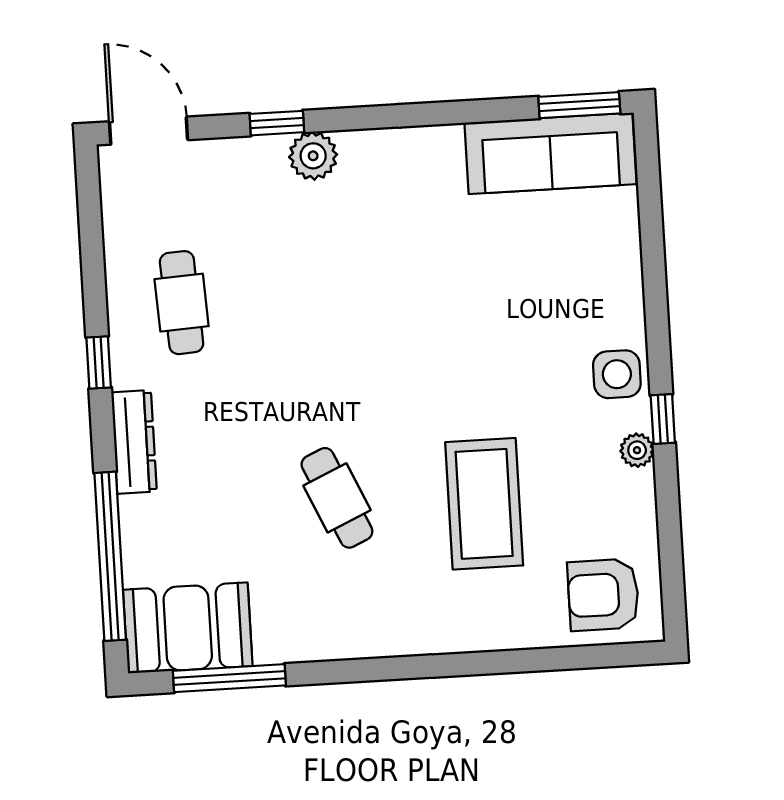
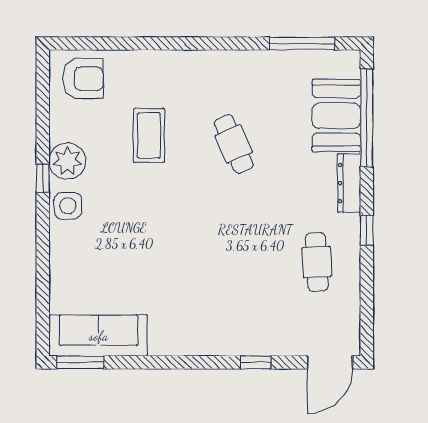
door: (149, 131) -> (330, 362), hinge flipped
plant: (313, 156) -> (236, 342), removed
plant: (637, 450) -> (67, 161), width x1.87, depth x1.87
coffee table: (484, 504) -> (149, 135), width x0.73, depth x0.76
booth: (188, 628) -> (336, 116), moved, turned 90

